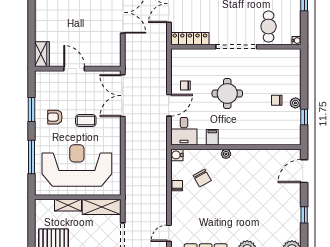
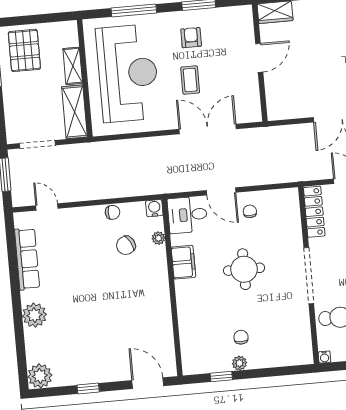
double door: (123, 96) -> (208, 129), moved
filing cabinet: (212, 137) -> (183, 262), width x2.00
plant: (226, 154) -> (158, 238), moved

